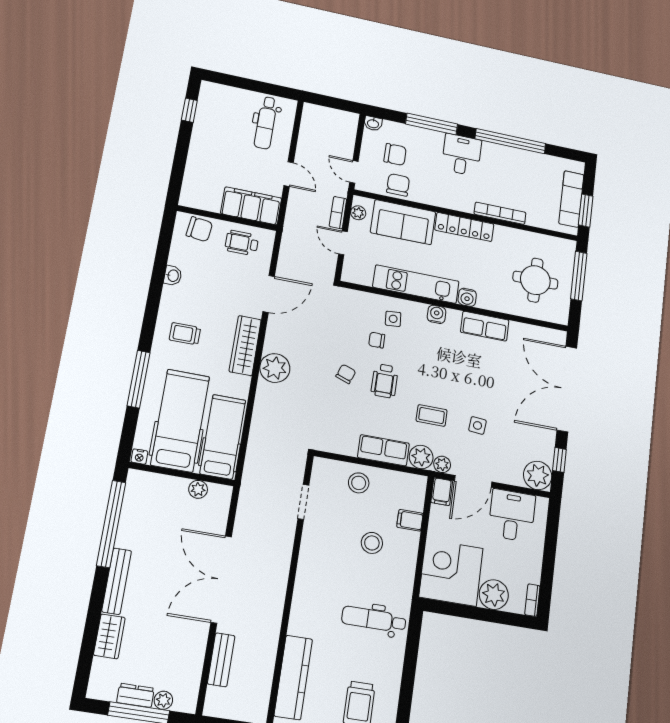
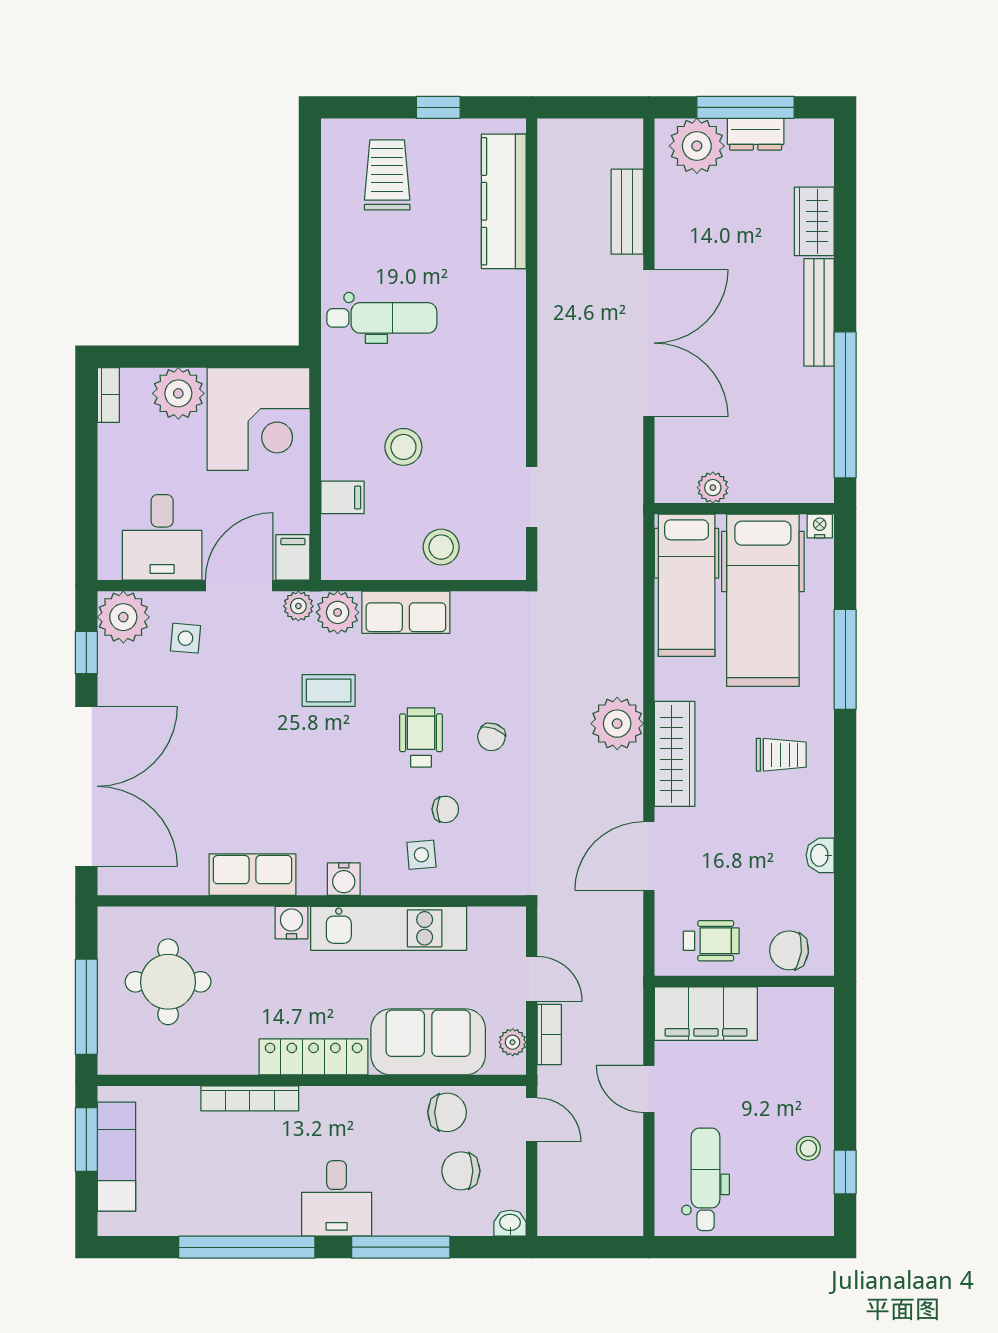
stool: (207, 126) -> (808, 1148), added
chair: (398, 185) -> (447, 1112), turned -90
side table: (477, 425) -> (185, 638), moved
plant: (163, 700) -> (697, 146), width x1.87, depth x1.87

